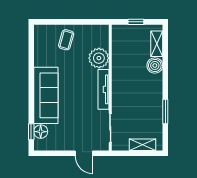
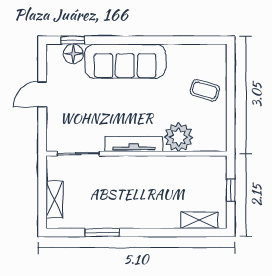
boiler: (155, 65) -> (168, 217), removed
door: (84, 153) -> (42, 94), moved

